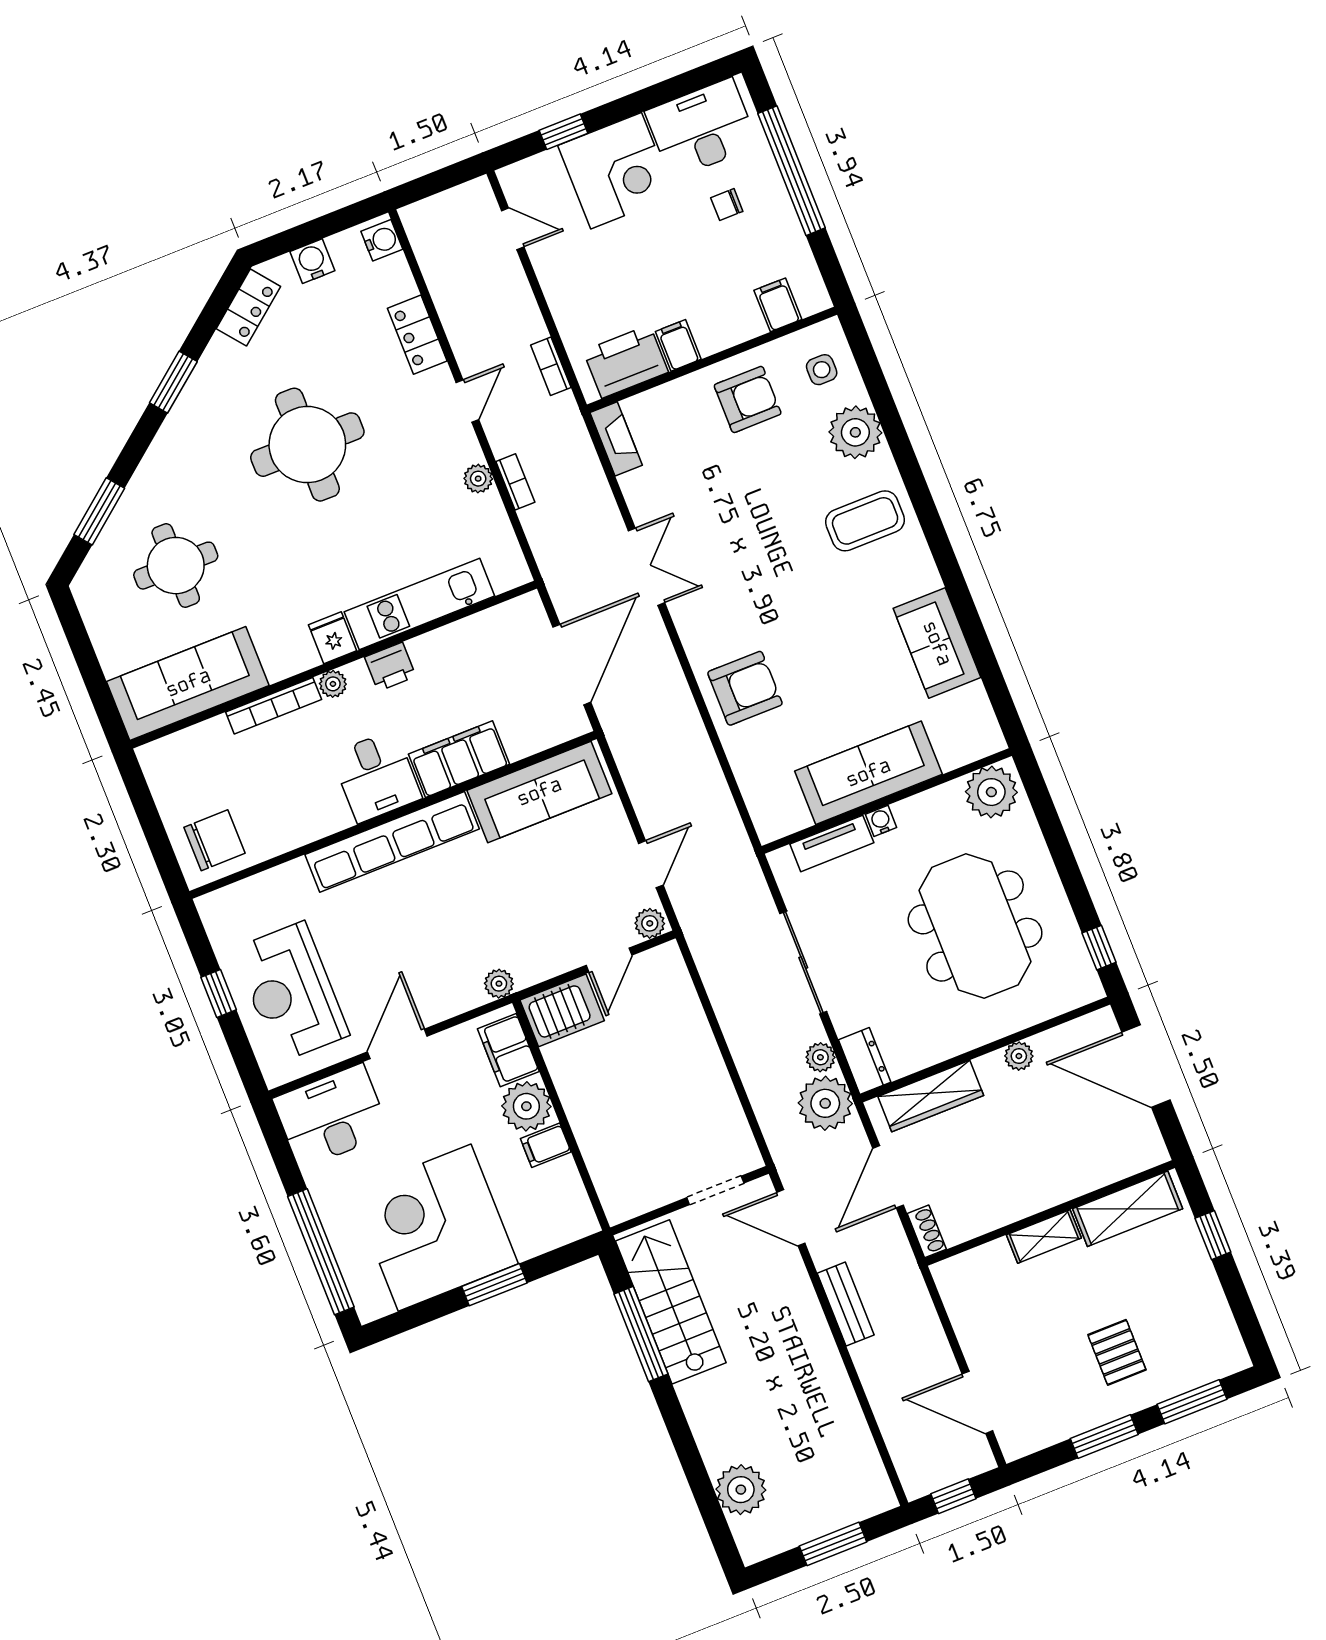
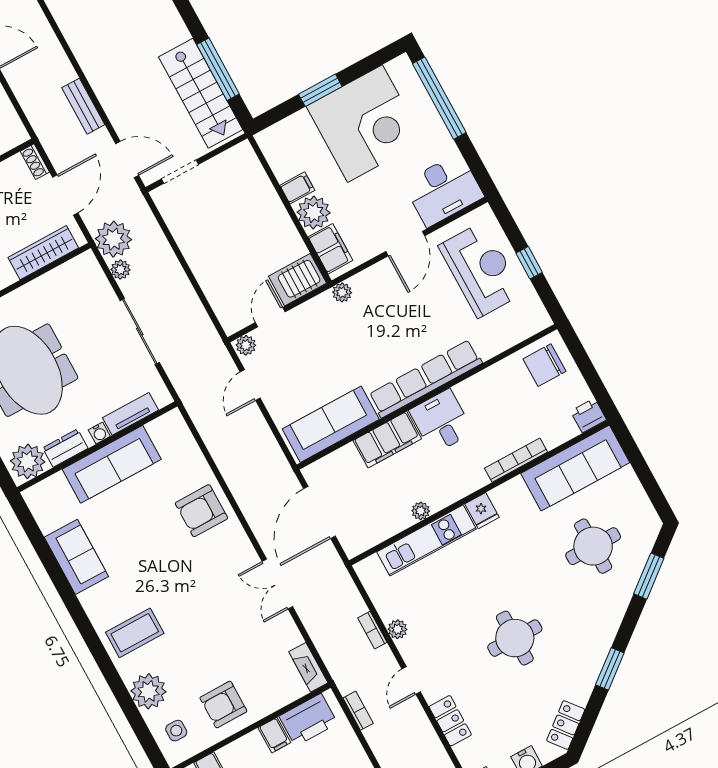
round table: (307, 445) -> (515, 638), width x0.73, depth x0.73
printer: (390, 667) -> (588, 416), moved
plant: (333, 684) -> (421, 511), moved
dresser: (865, 1061) -> (65, 448), moved, turned 90

